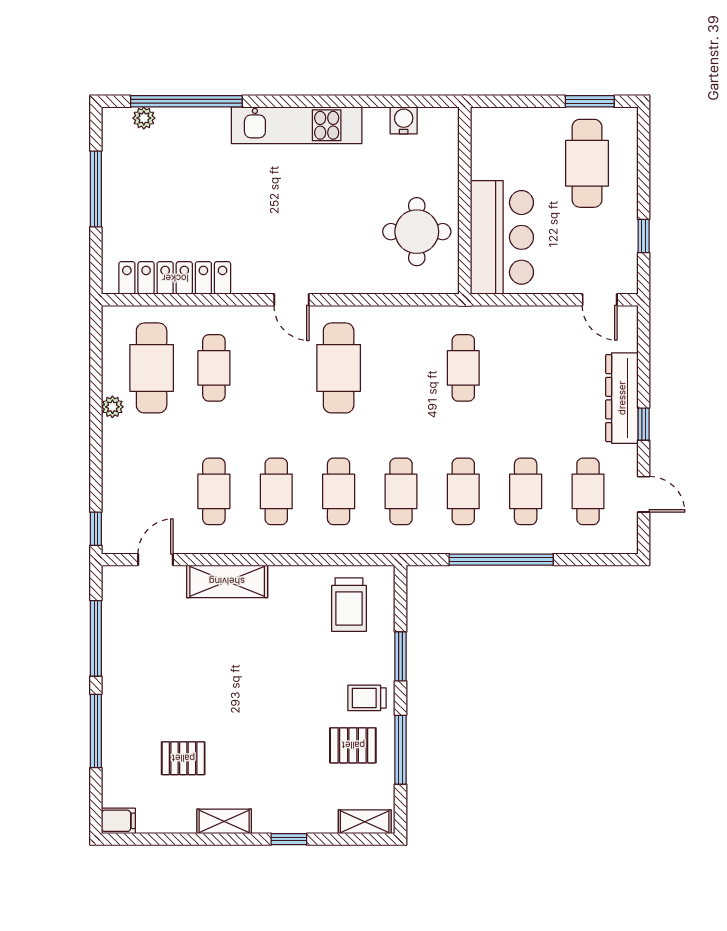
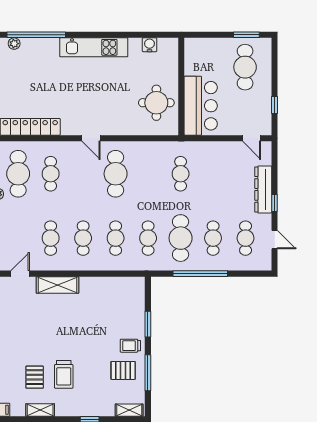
cafe table: (463, 491) -> (181, 238), width x1.37, depth x1.35
trolley: (349, 605) -> (64, 374), moved
pallet: (183, 758) -> (35, 377), turned 90
shelving: (224, 821) -> (40, 410), moved

